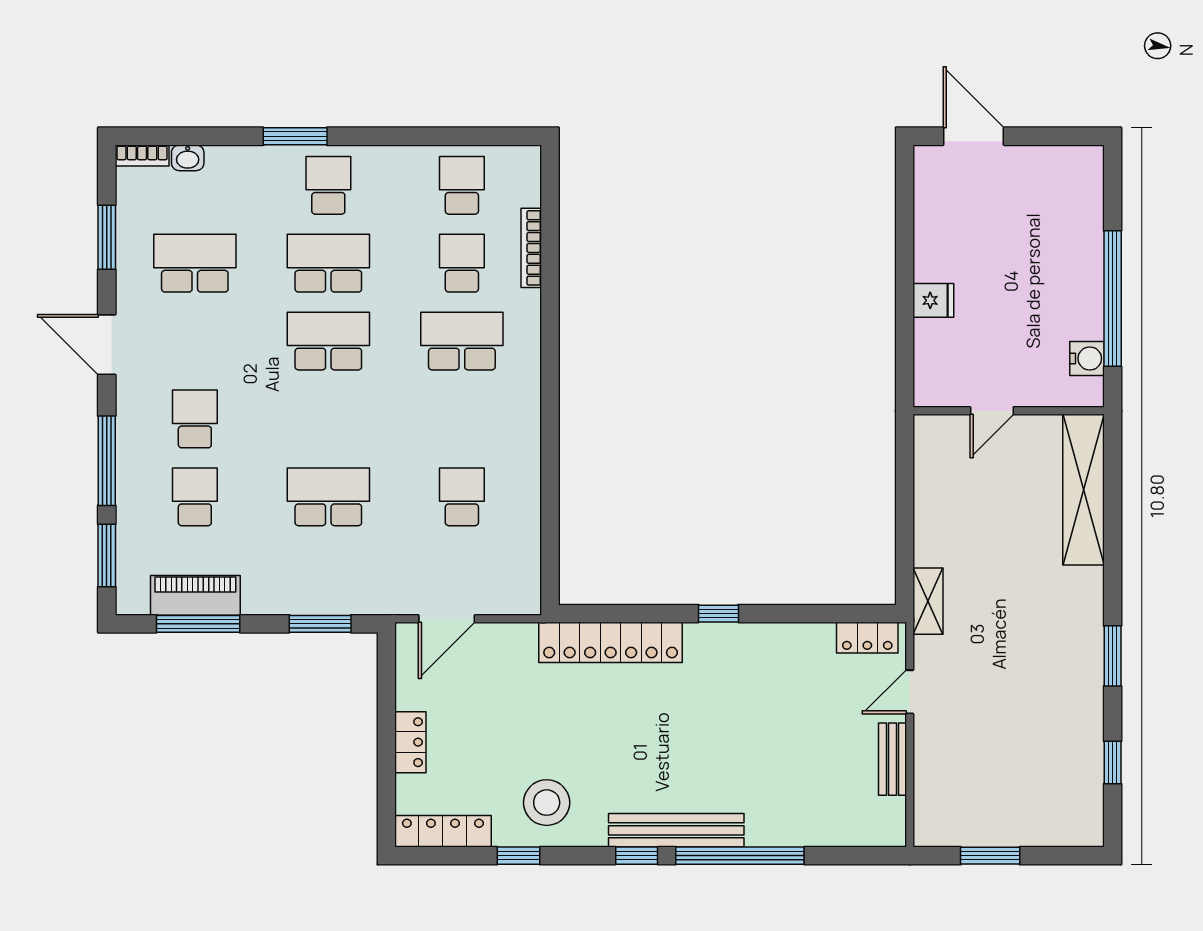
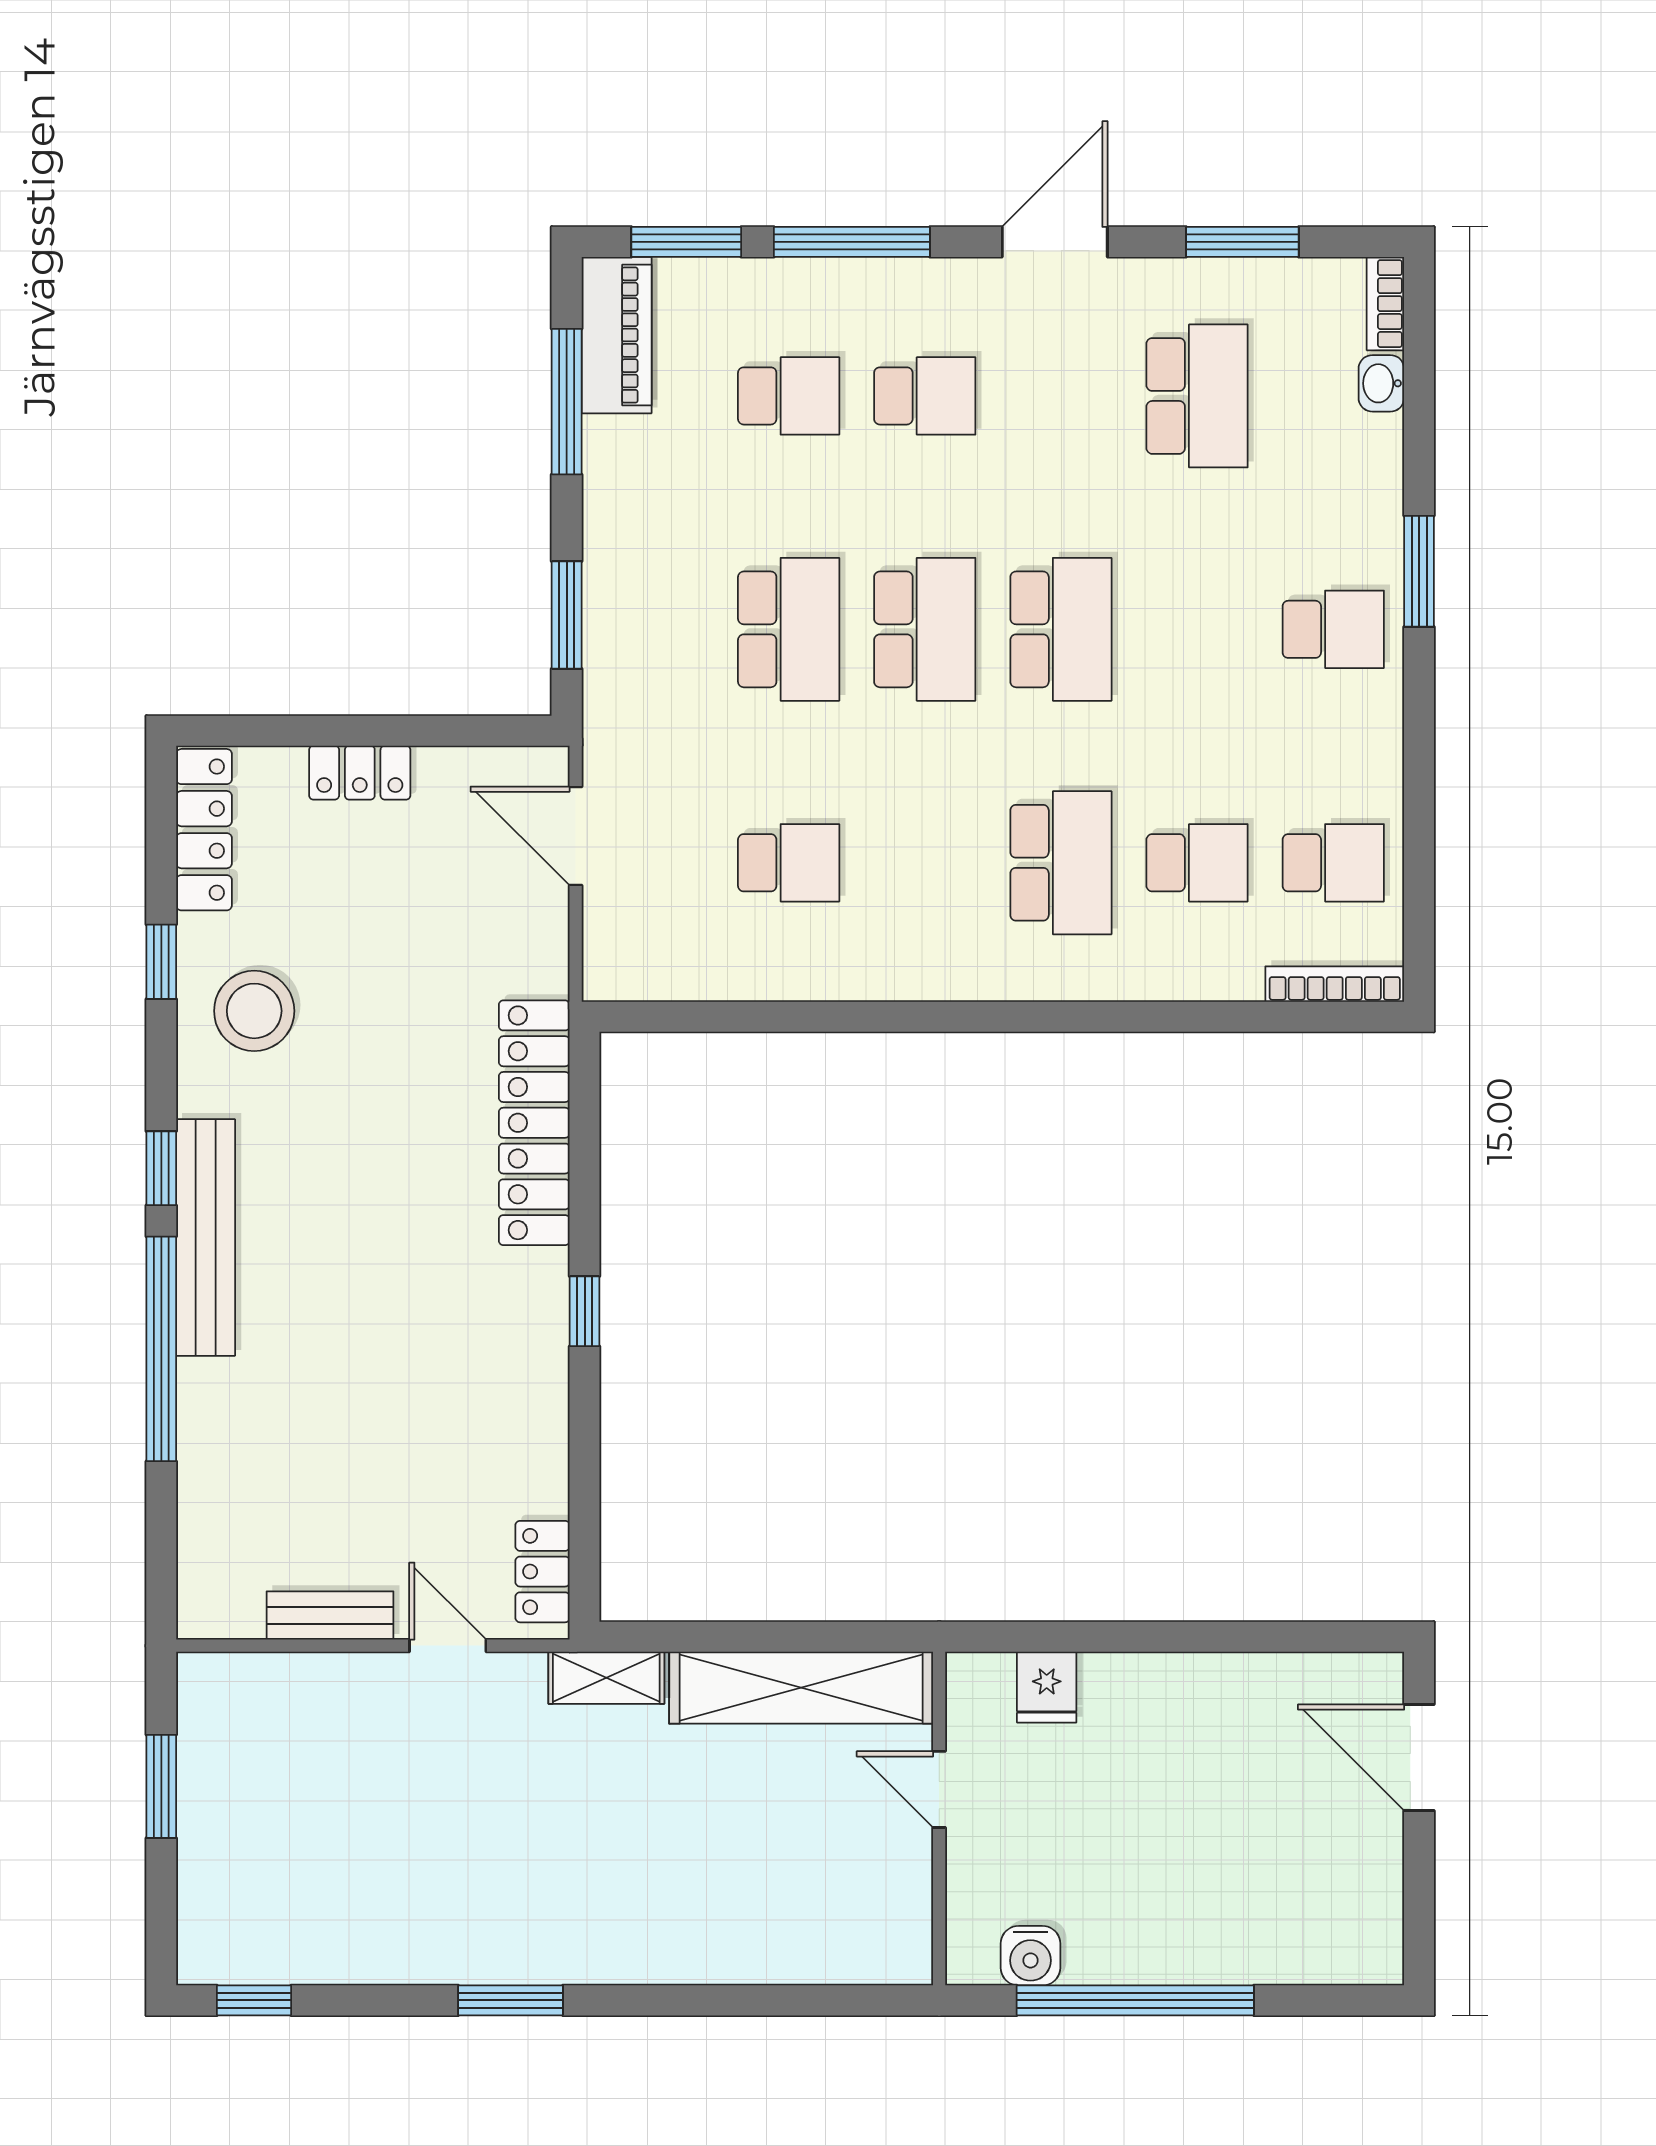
door: (974, 136) -> (1419, 1757), swing flipped
bookcase: (531, 248) -> (1335, 984), moved
school desk: (328, 263) -> (925, 629), moved
fridge: (933, 300) -> (1047, 1687), moved
shelving: (1083, 490) -> (801, 1688), moved
piano: (195, 595) -> (617, 335), moved
window: (1113, 763) -> (254, 2000), moved

